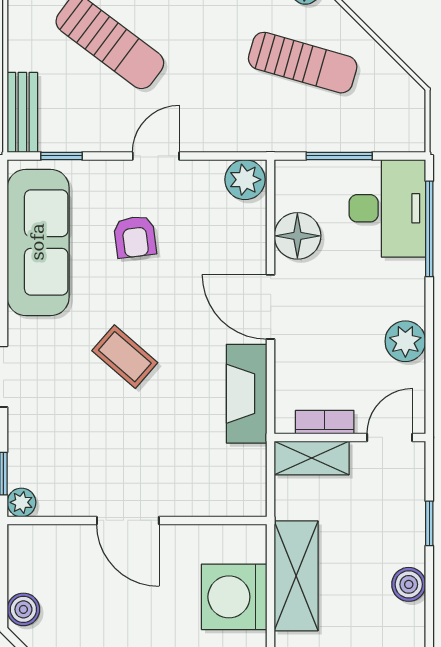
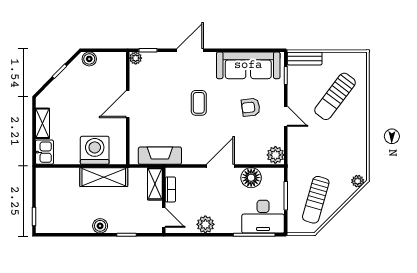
sun lounger: (303, 63) -> (316, 200), moved
coffee table: (125, 357) -> (199, 103), turned -41
fireplace: (247, 394) -> (160, 156), moved

